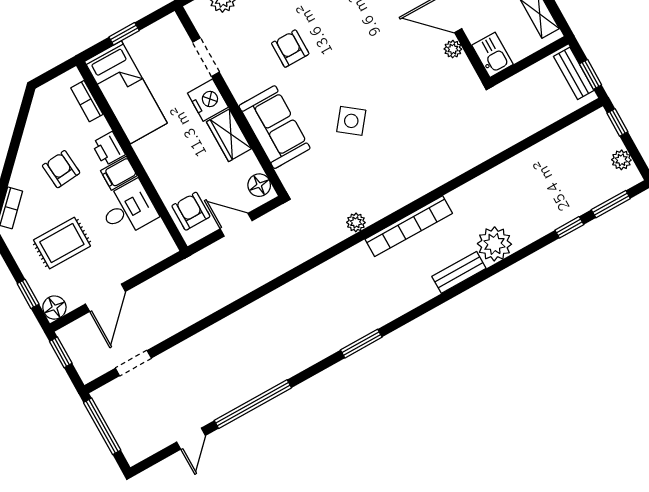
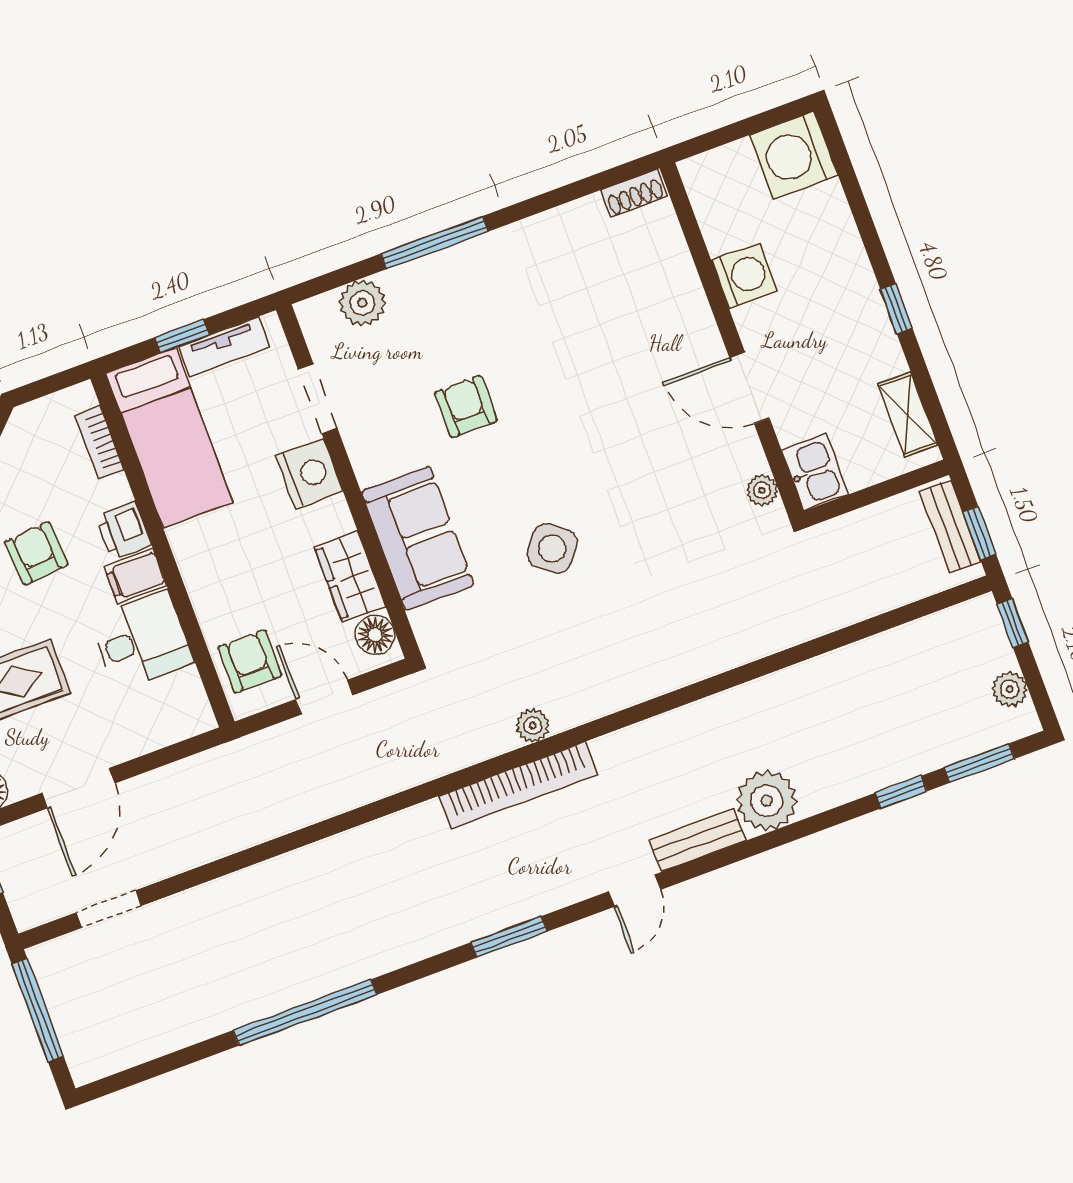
tv unit: (149, 36) -> (224, 347), added
plant: (453, 49) -> (762, 490), moved
wardrobe: (229, 135) -> (350, 577), moved
bookcase: (409, 226) -> (518, 785), moved
door: (191, 439) -> (634, 891), moved

